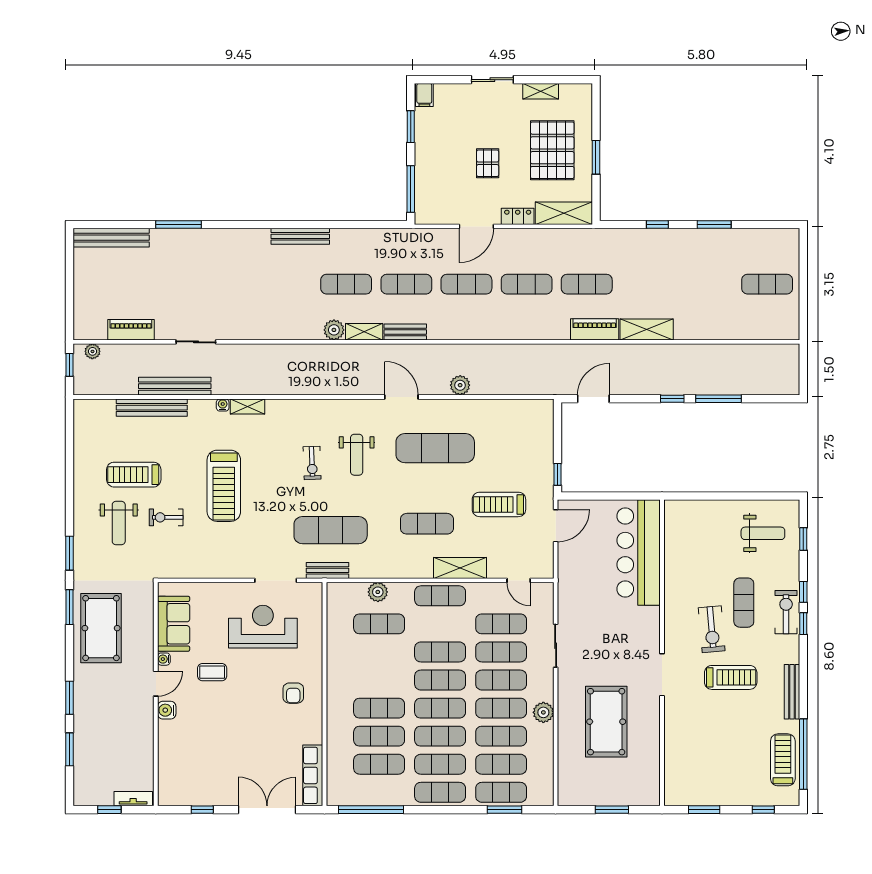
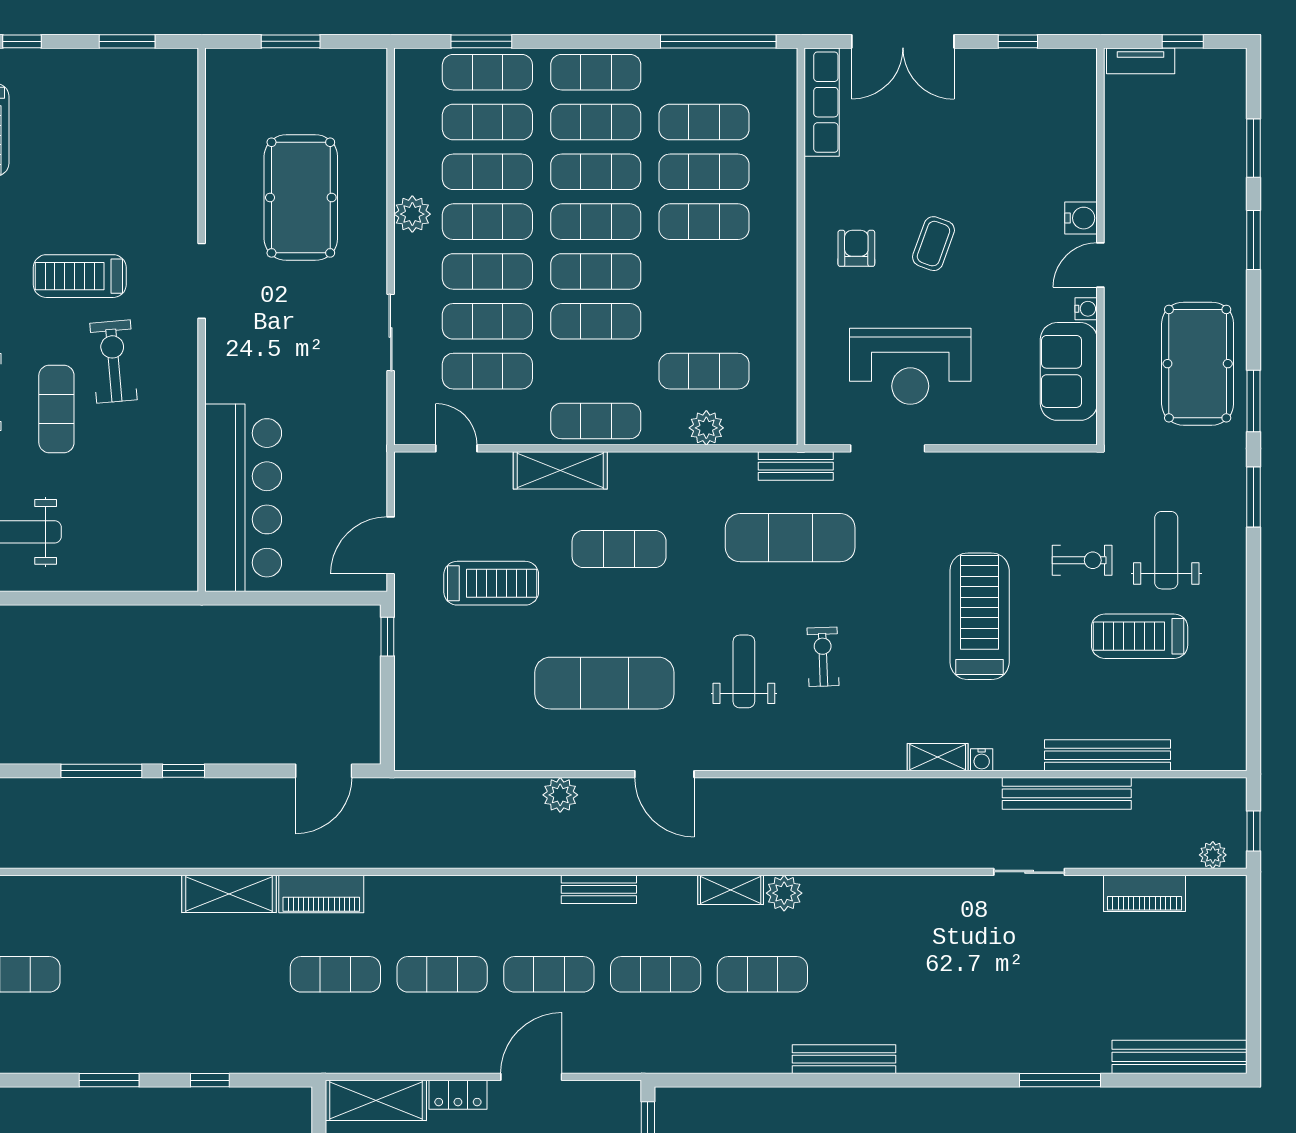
bench: (405, 332) -> (599, 889), moved
treadmill: (134, 475) -> (1140, 636), turned 180
coffee table: (212, 672) -> (933, 244), moved, turned -70

